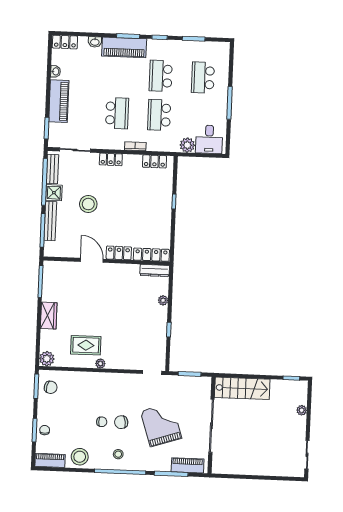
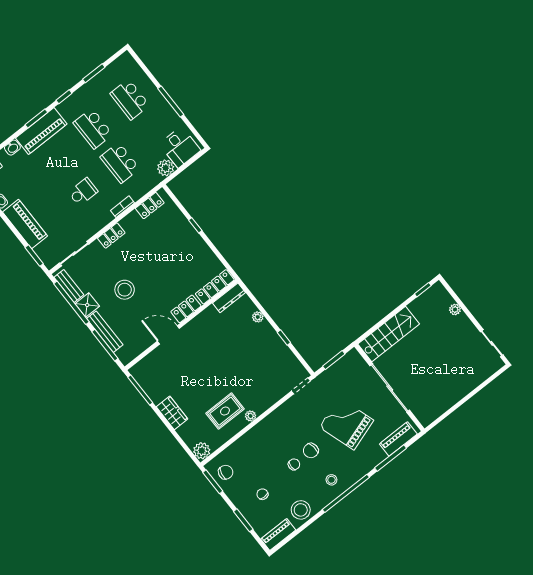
school desk: (117, 113) -> (83, 192), width x0.54
chair: (45, 430) -> (262, 494), moved

